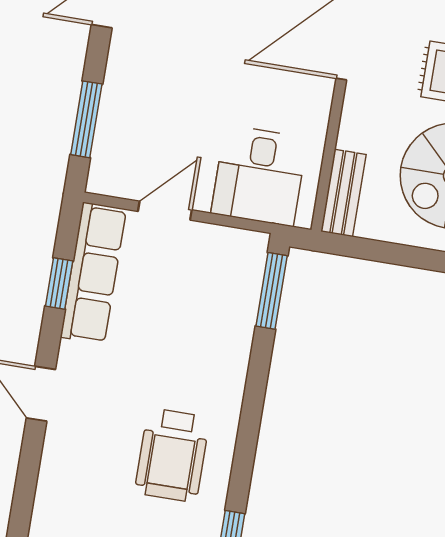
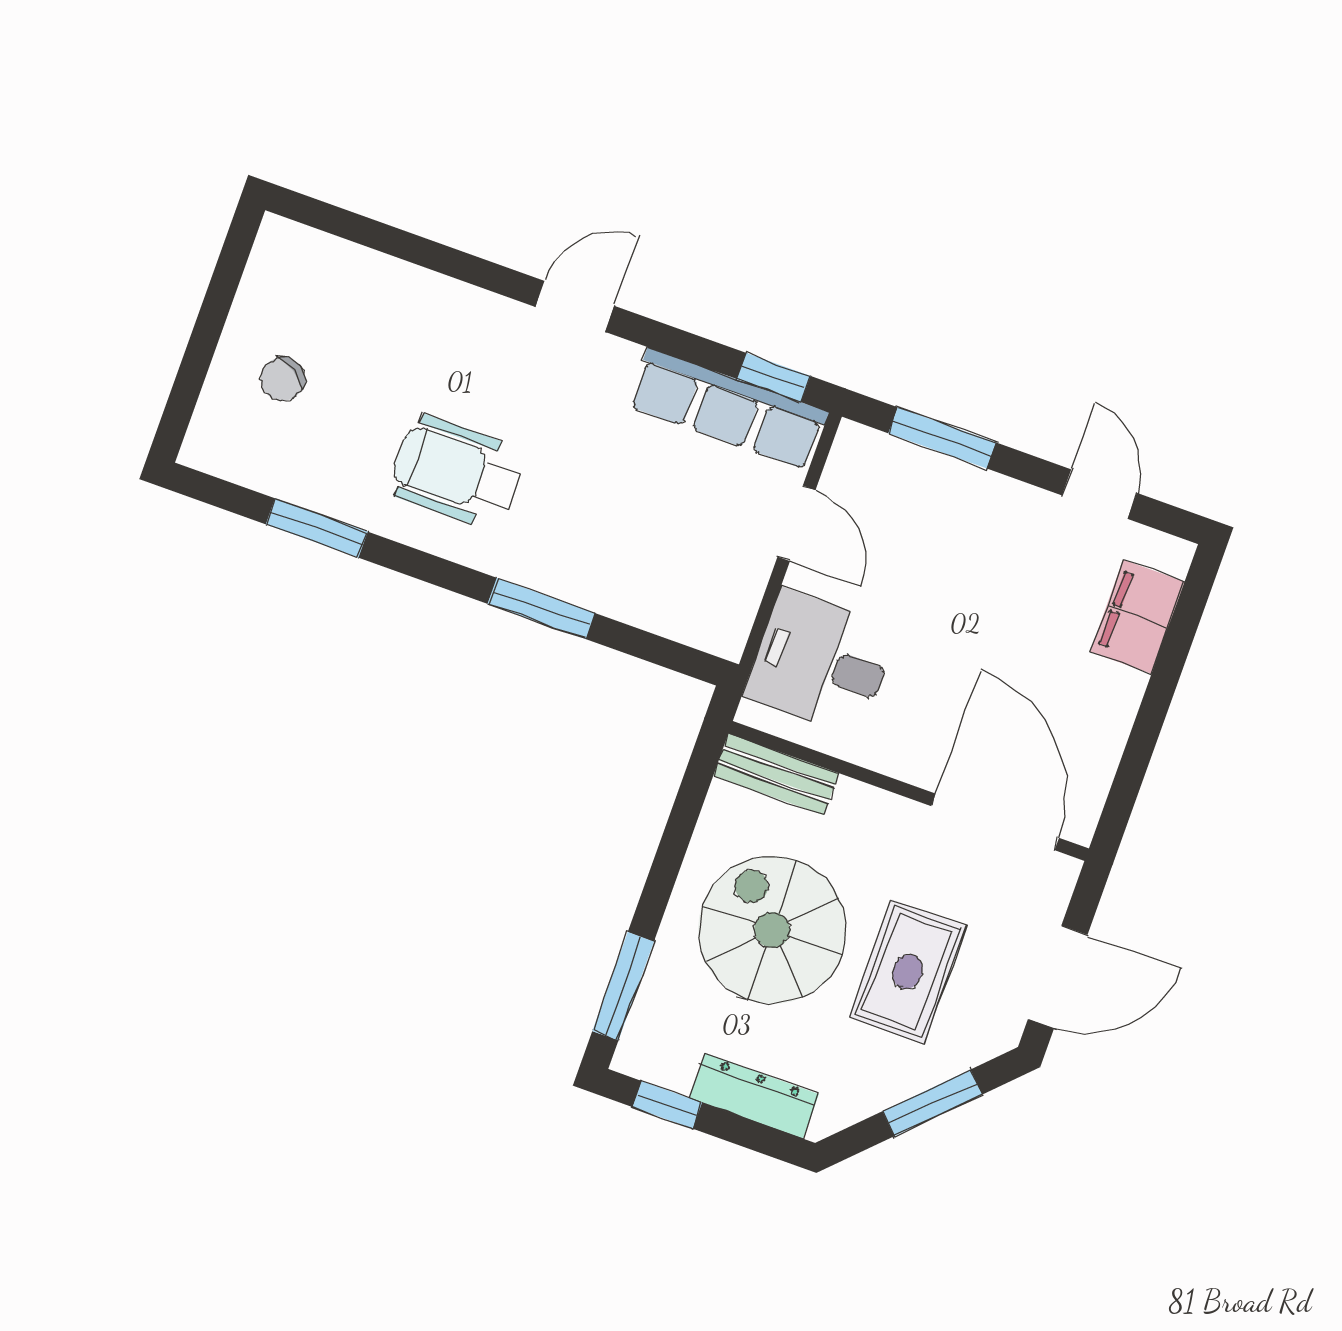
window: (59, 283) -> (774, 377), moved
window: (272, 291) -> (541, 608), moved

